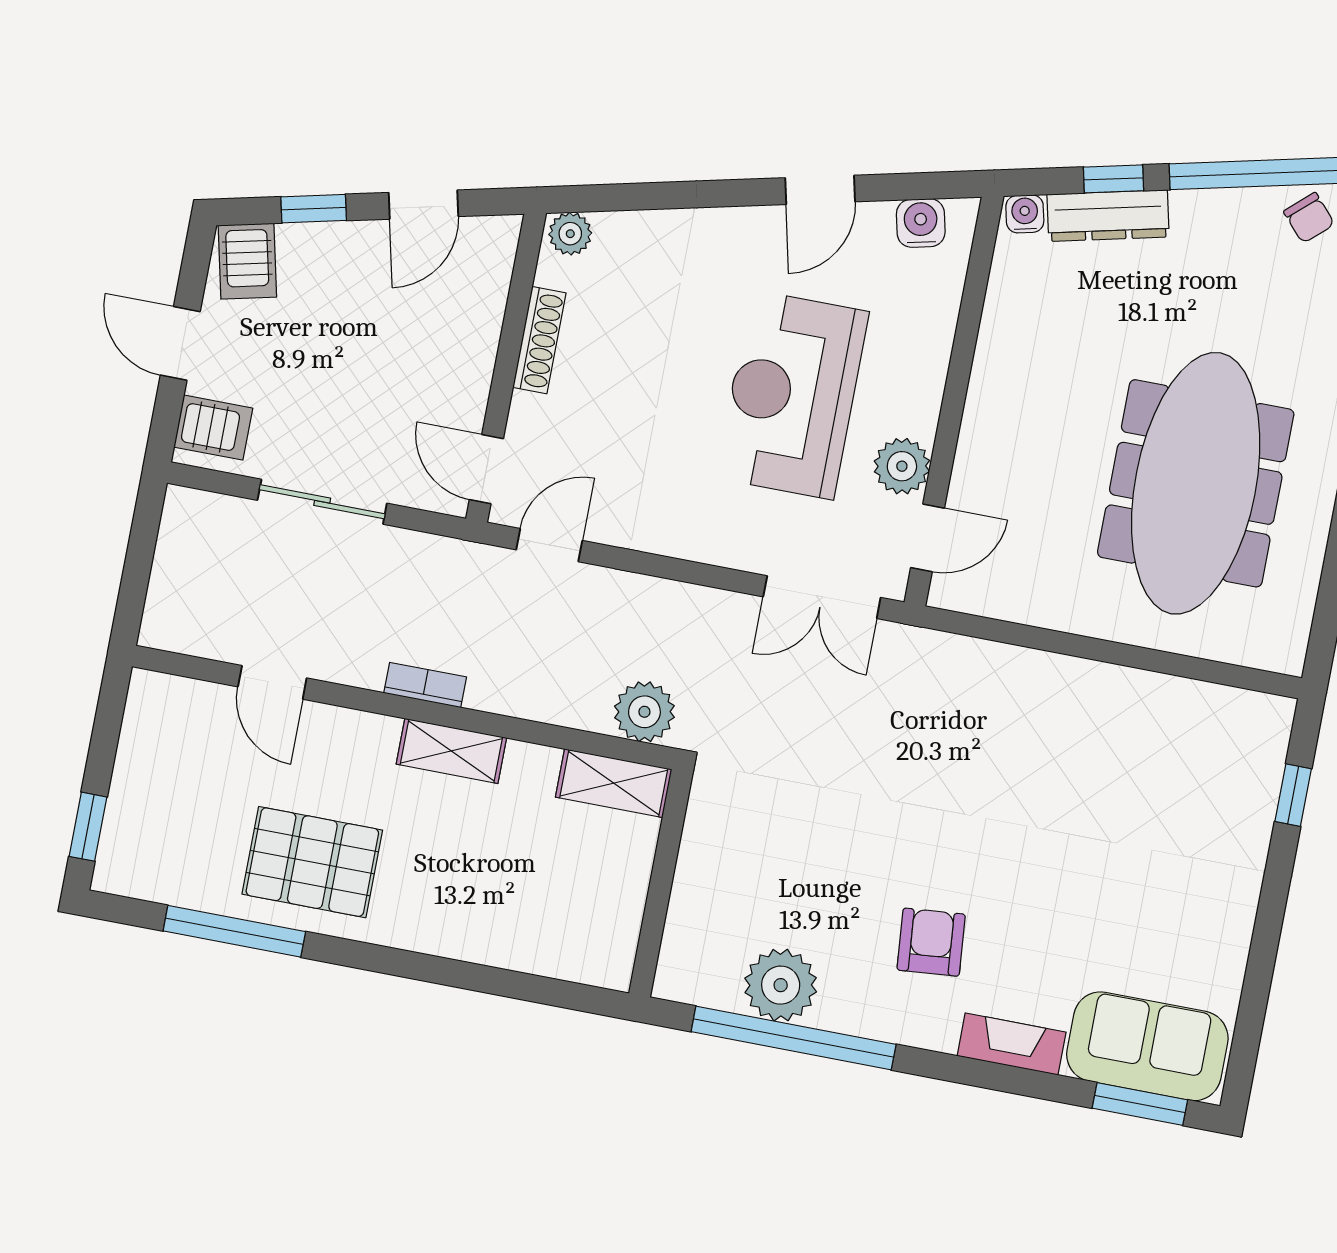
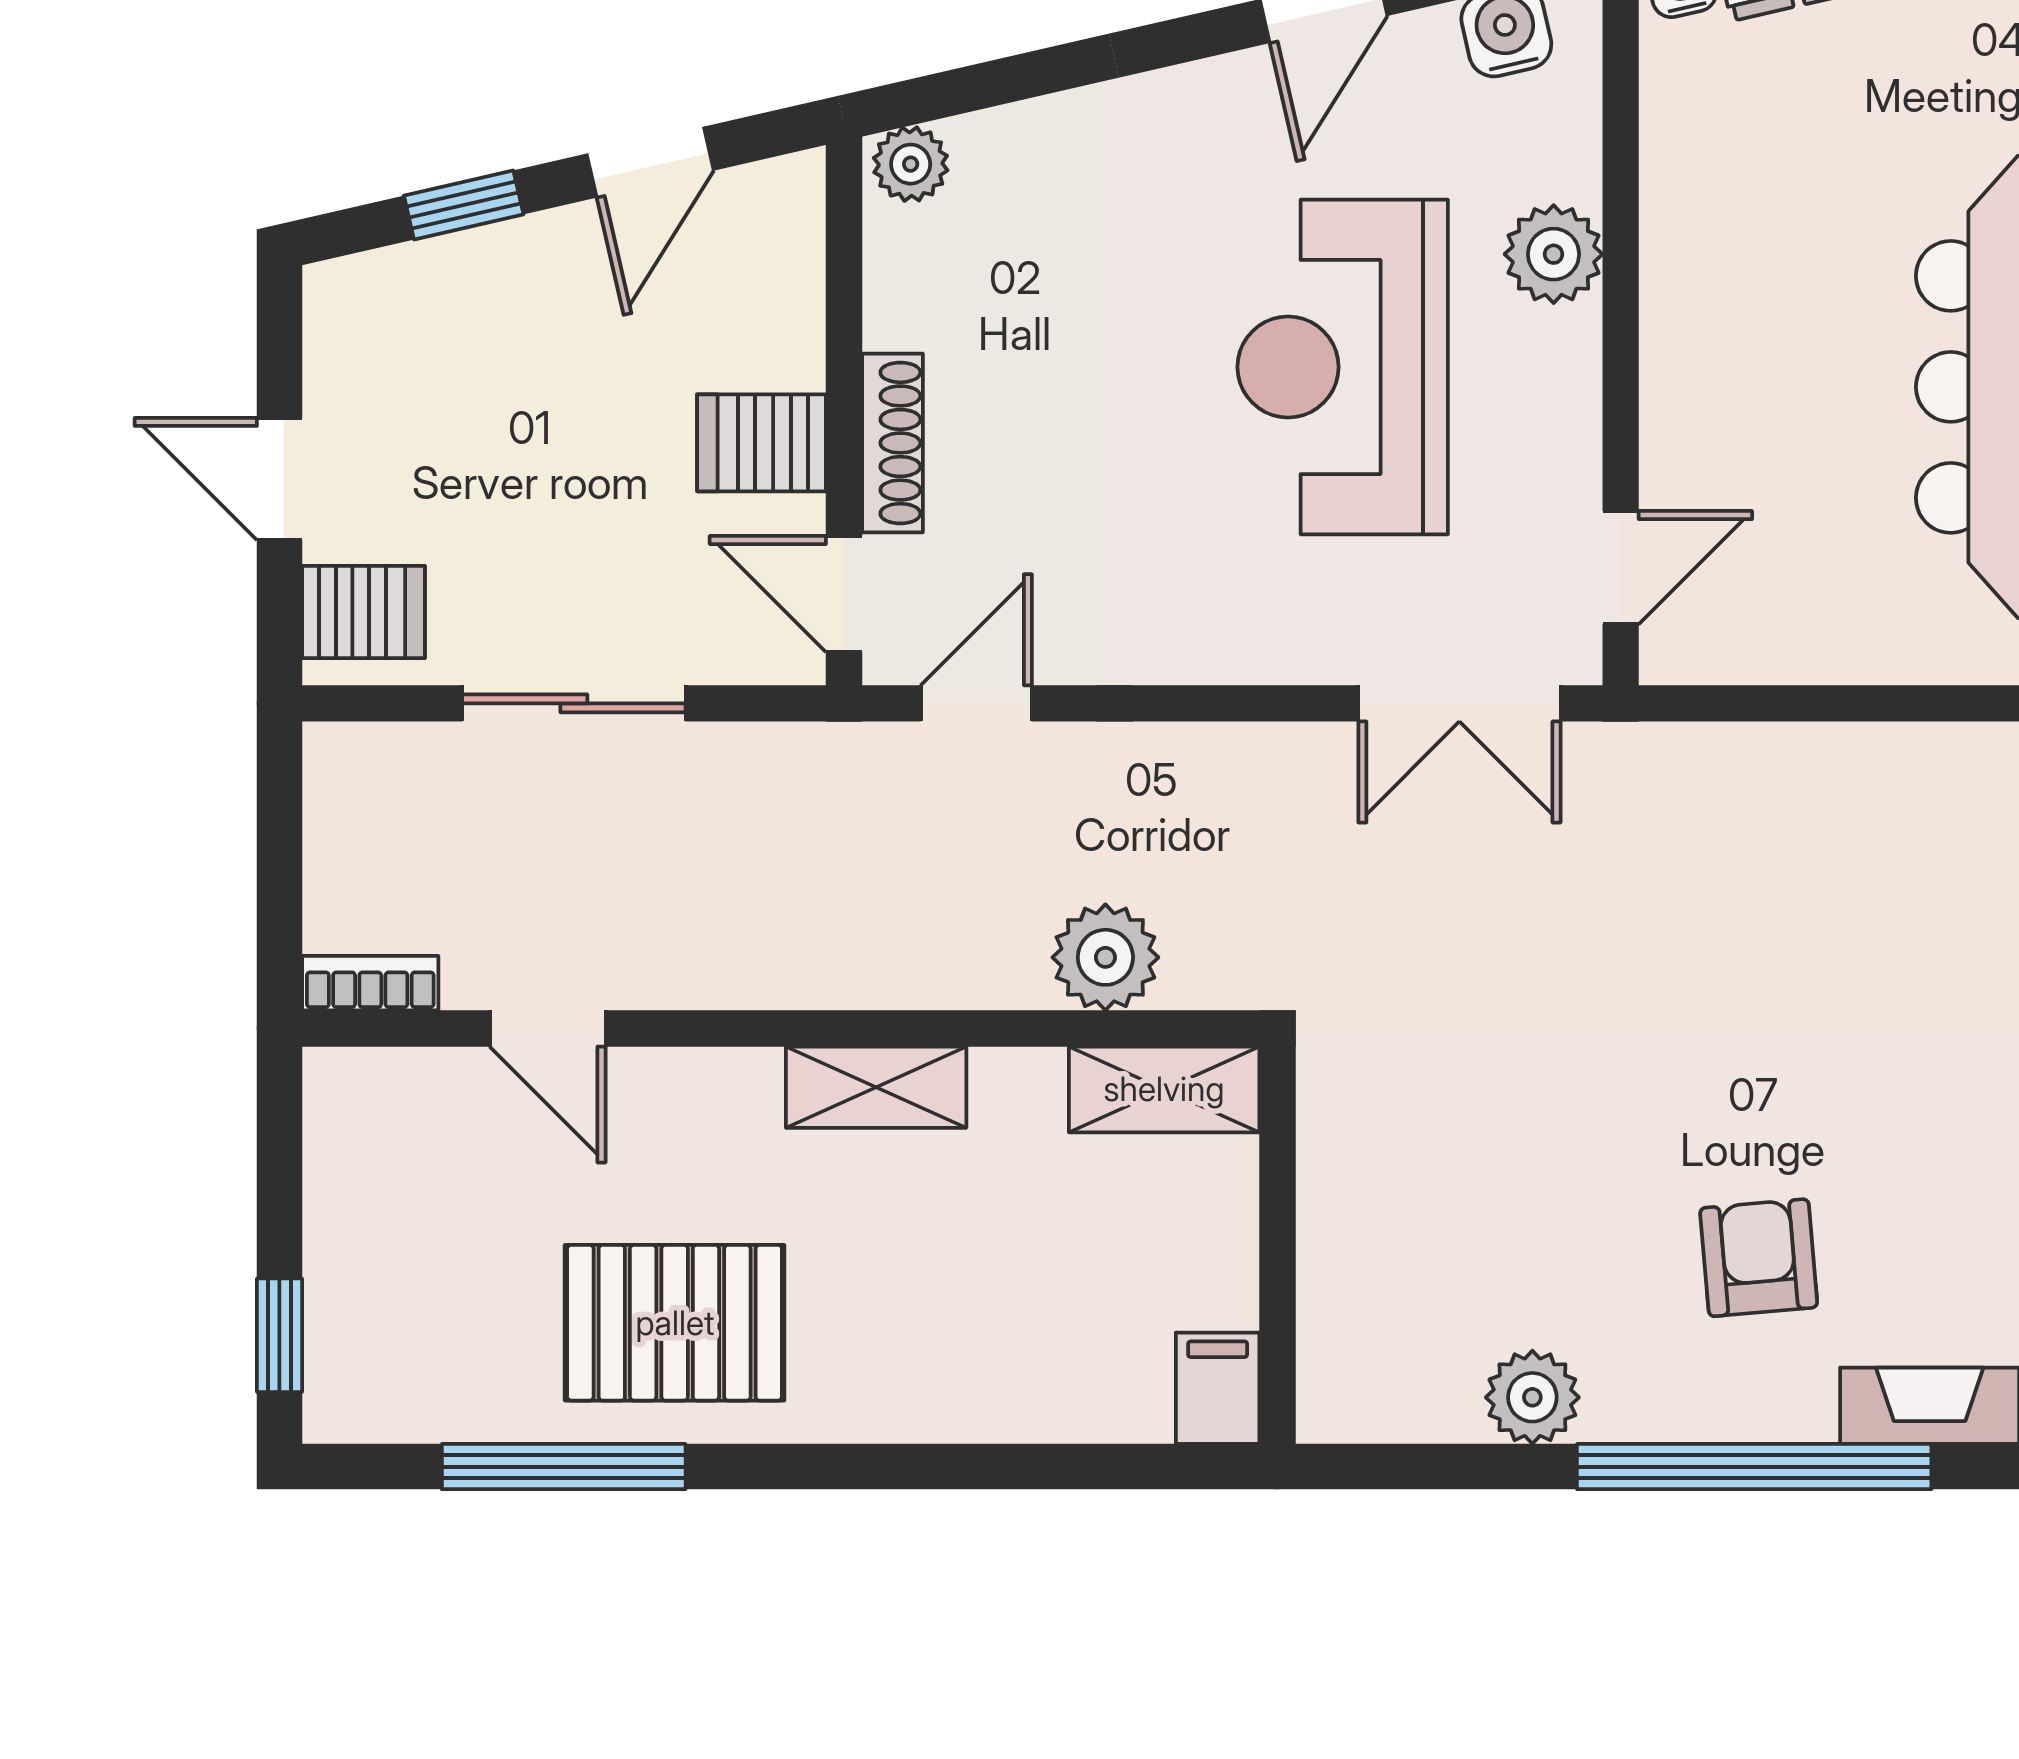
server rack: (247, 261) -> (761, 443), moved, turned 103
shoe rack: (539, 340) -> (892, 443), moved
plant: (902, 466) -> (1554, 254), moved
bookcase: (425, 685) -> (370, 983), moved
plant: (644, 712) -> (1105, 957), moved
filing cabinet: (612, 958) -> (1218, 1388), added
plant: (781, 985) -> (1532, 1397), width x0.73, depth x0.73
window: (794, 1038) -> (1754, 1467), moved

